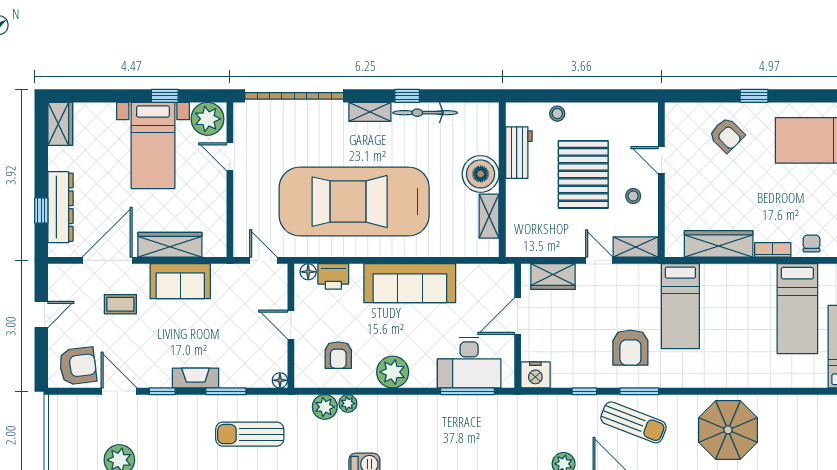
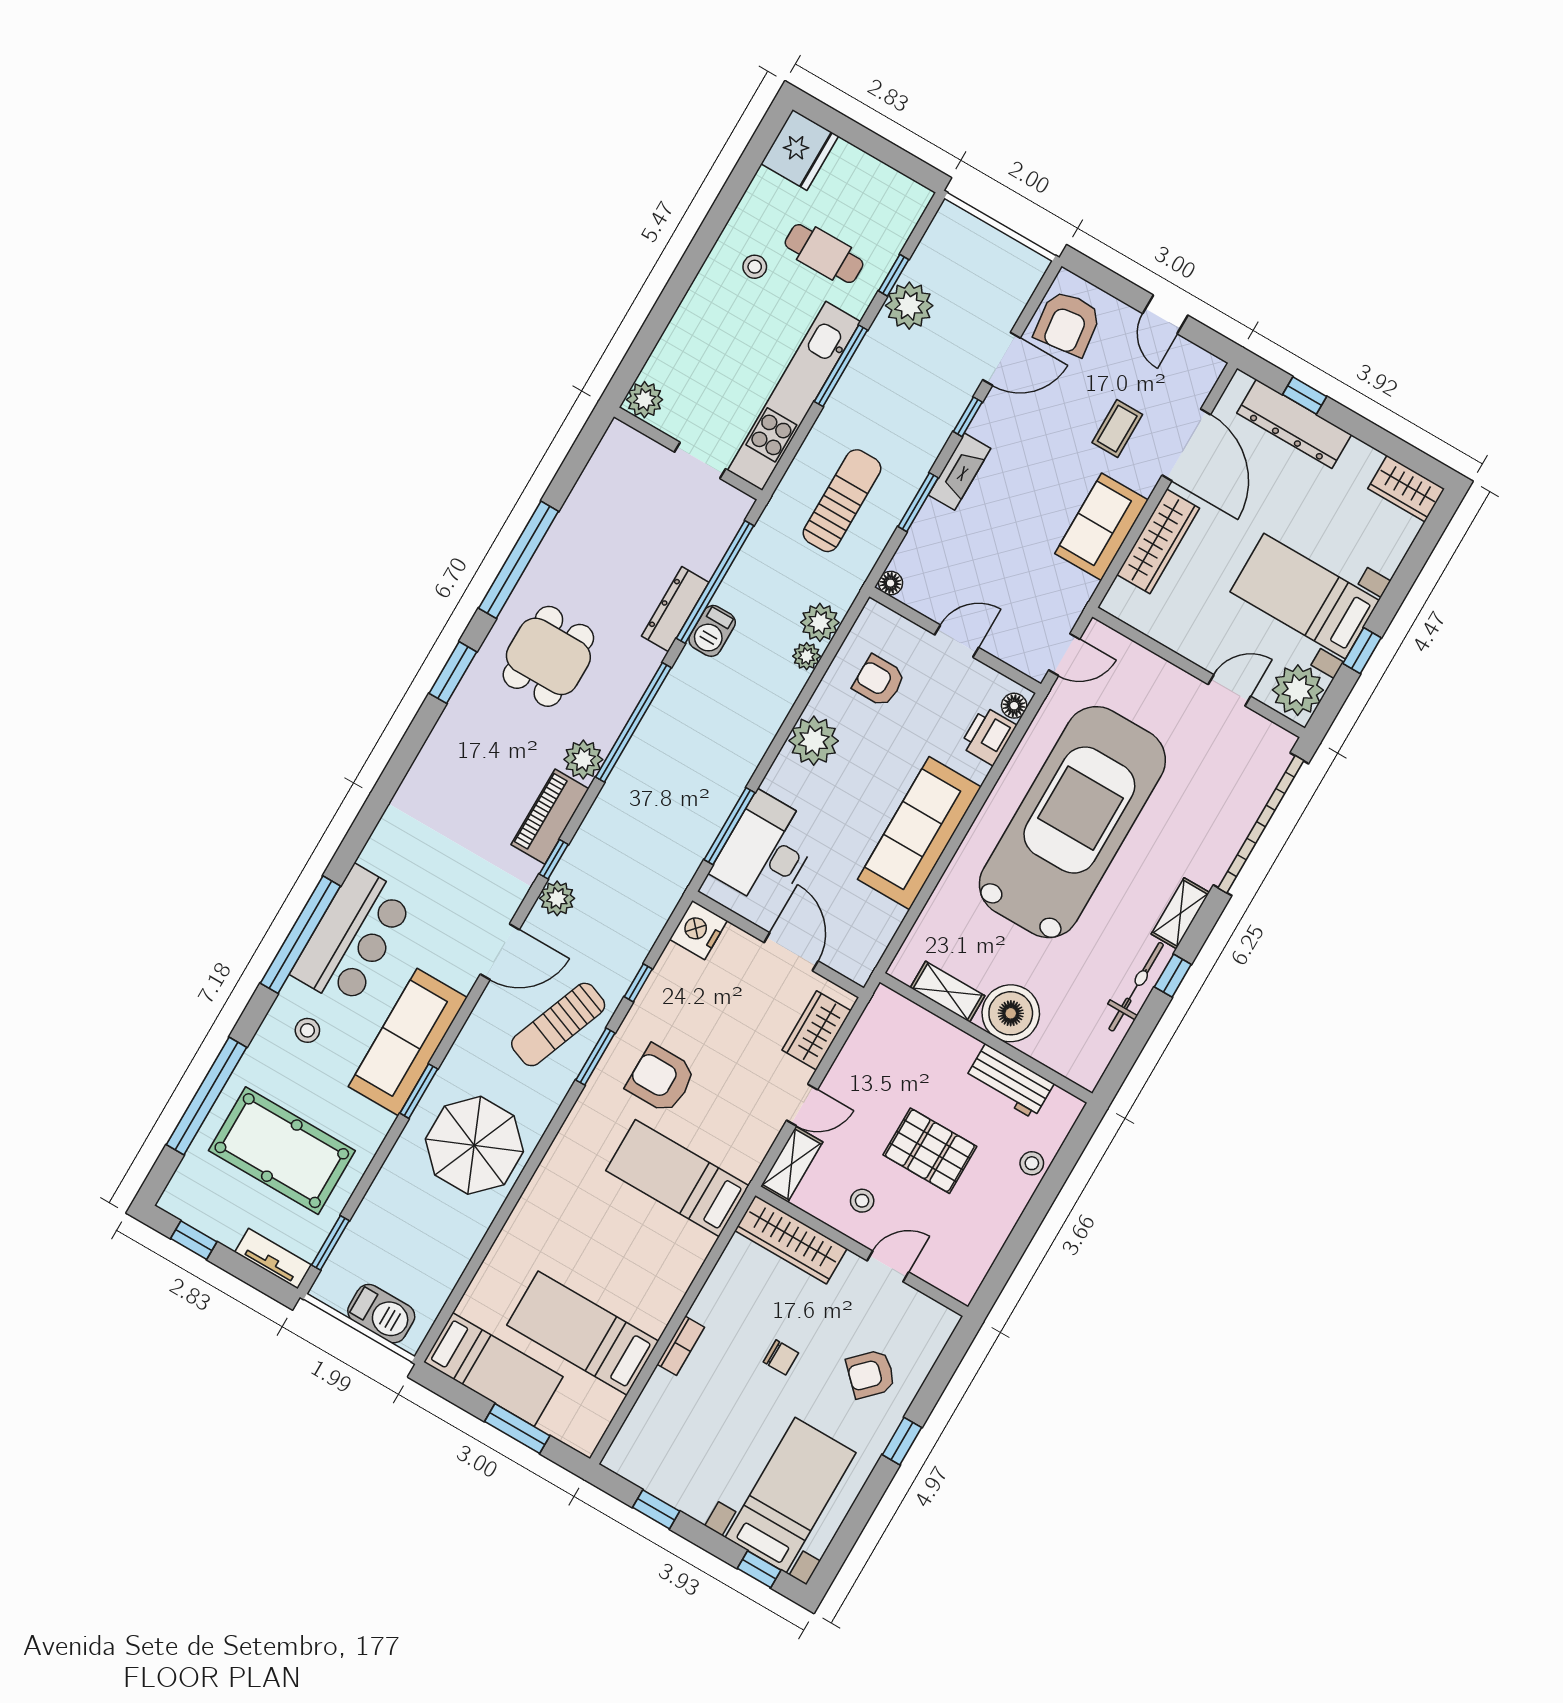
pallet: (583, 174) -> (930, 1151), width x0.73, depth x0.71
chair: (812, 243) -> (781, 1357), moved
wardrobe: (719, 244) -> (791, 1240), moved, turned 90

